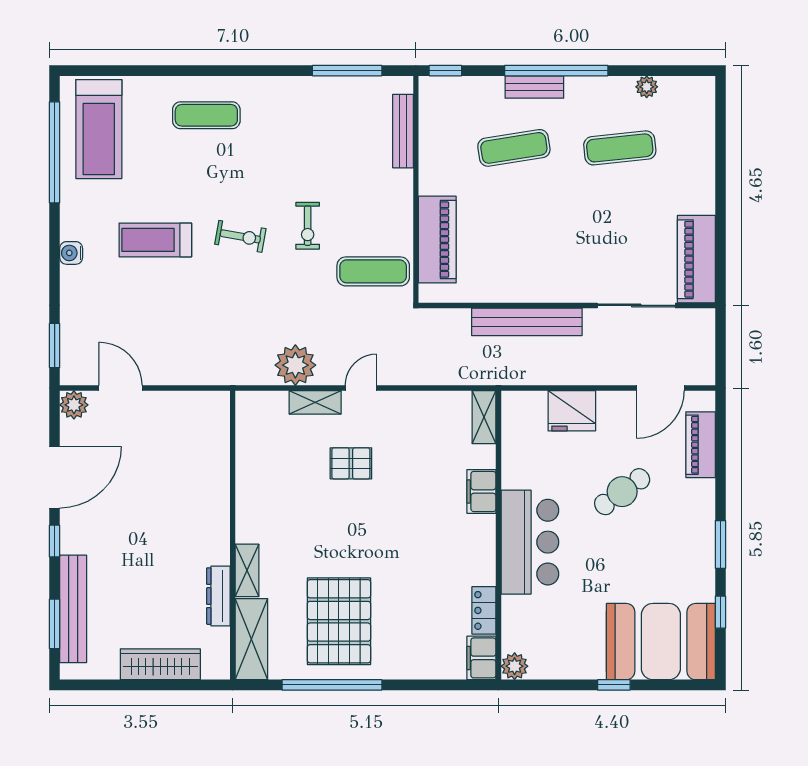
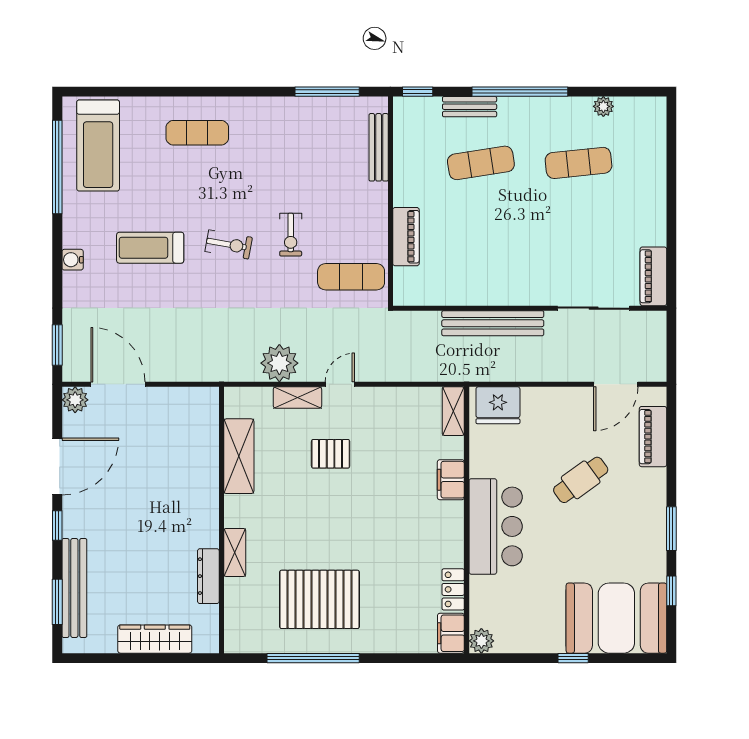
bench: (534, 87) -> (470, 107), moved
piano: (437, 240) -> (406, 237), width x0.73, depth x0.75
piano: (696, 259) -> (653, 276), width x0.73, depth x0.75
door: (120, 388) -> (118, 384), width x1.36
fridge: (572, 411) -> (498, 405), moved
pallet: (339, 621) -> (320, 599), turned 90
shelving: (251, 639) -> (239, 456), moved

